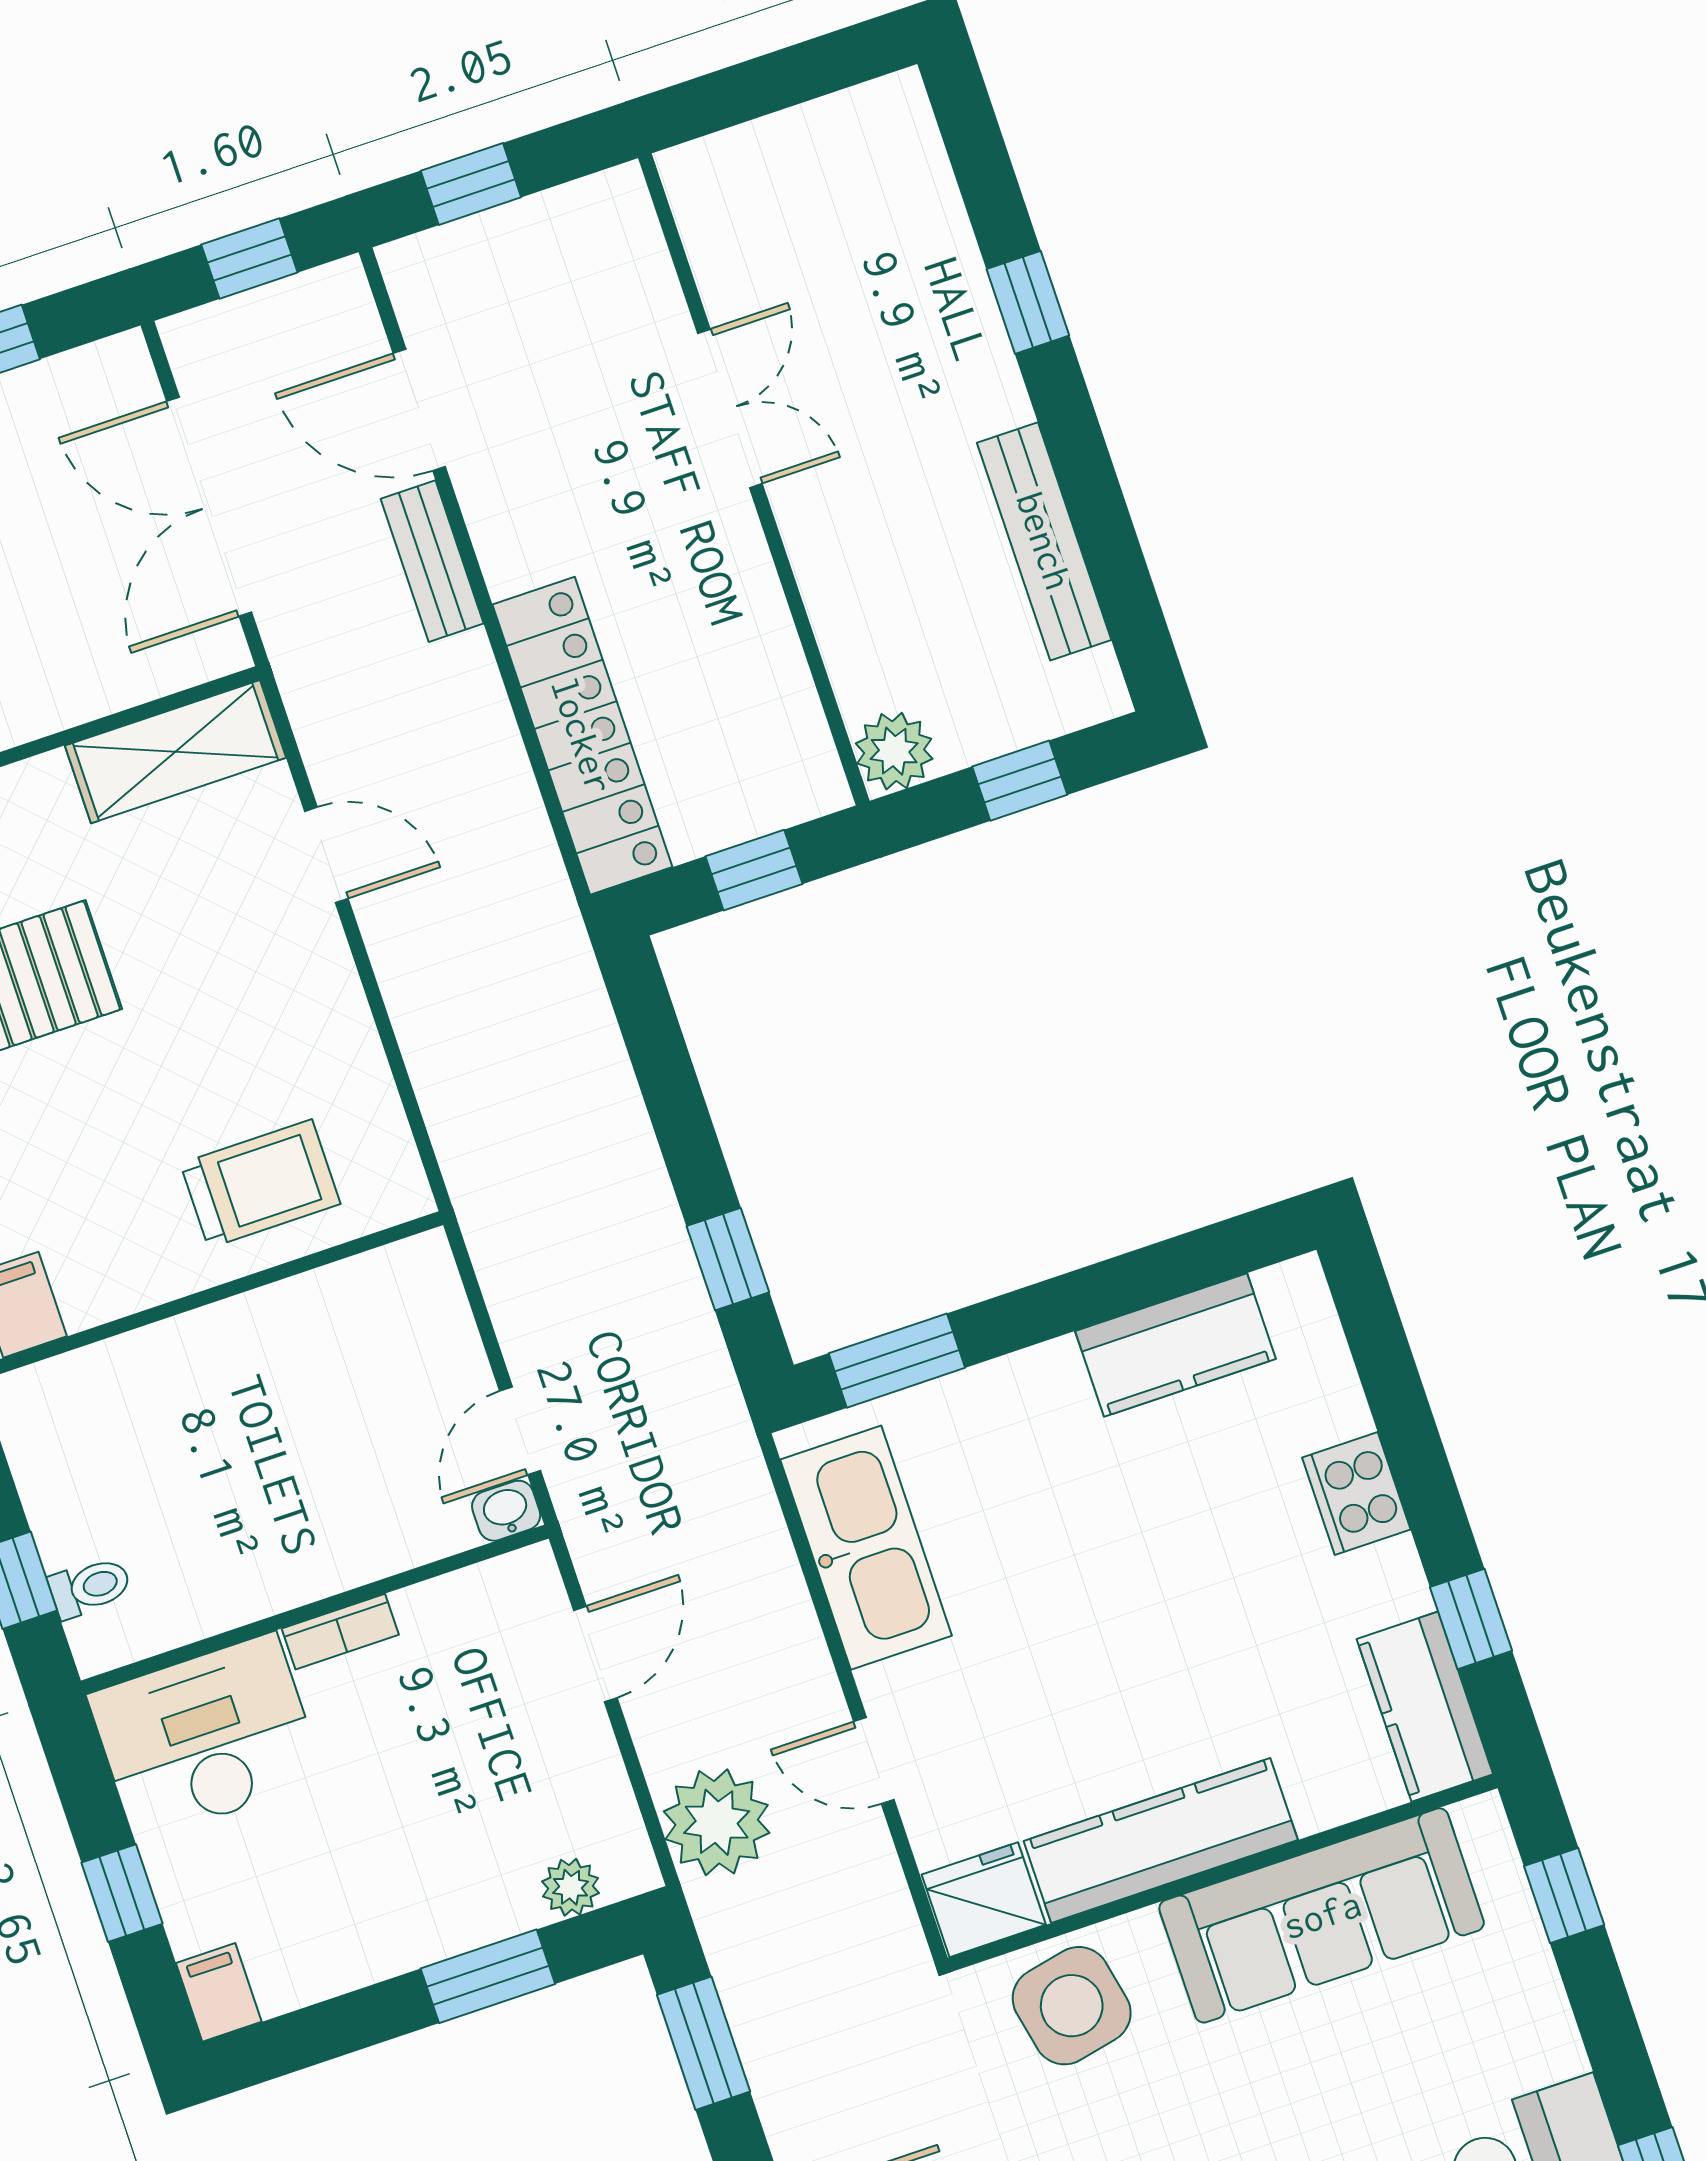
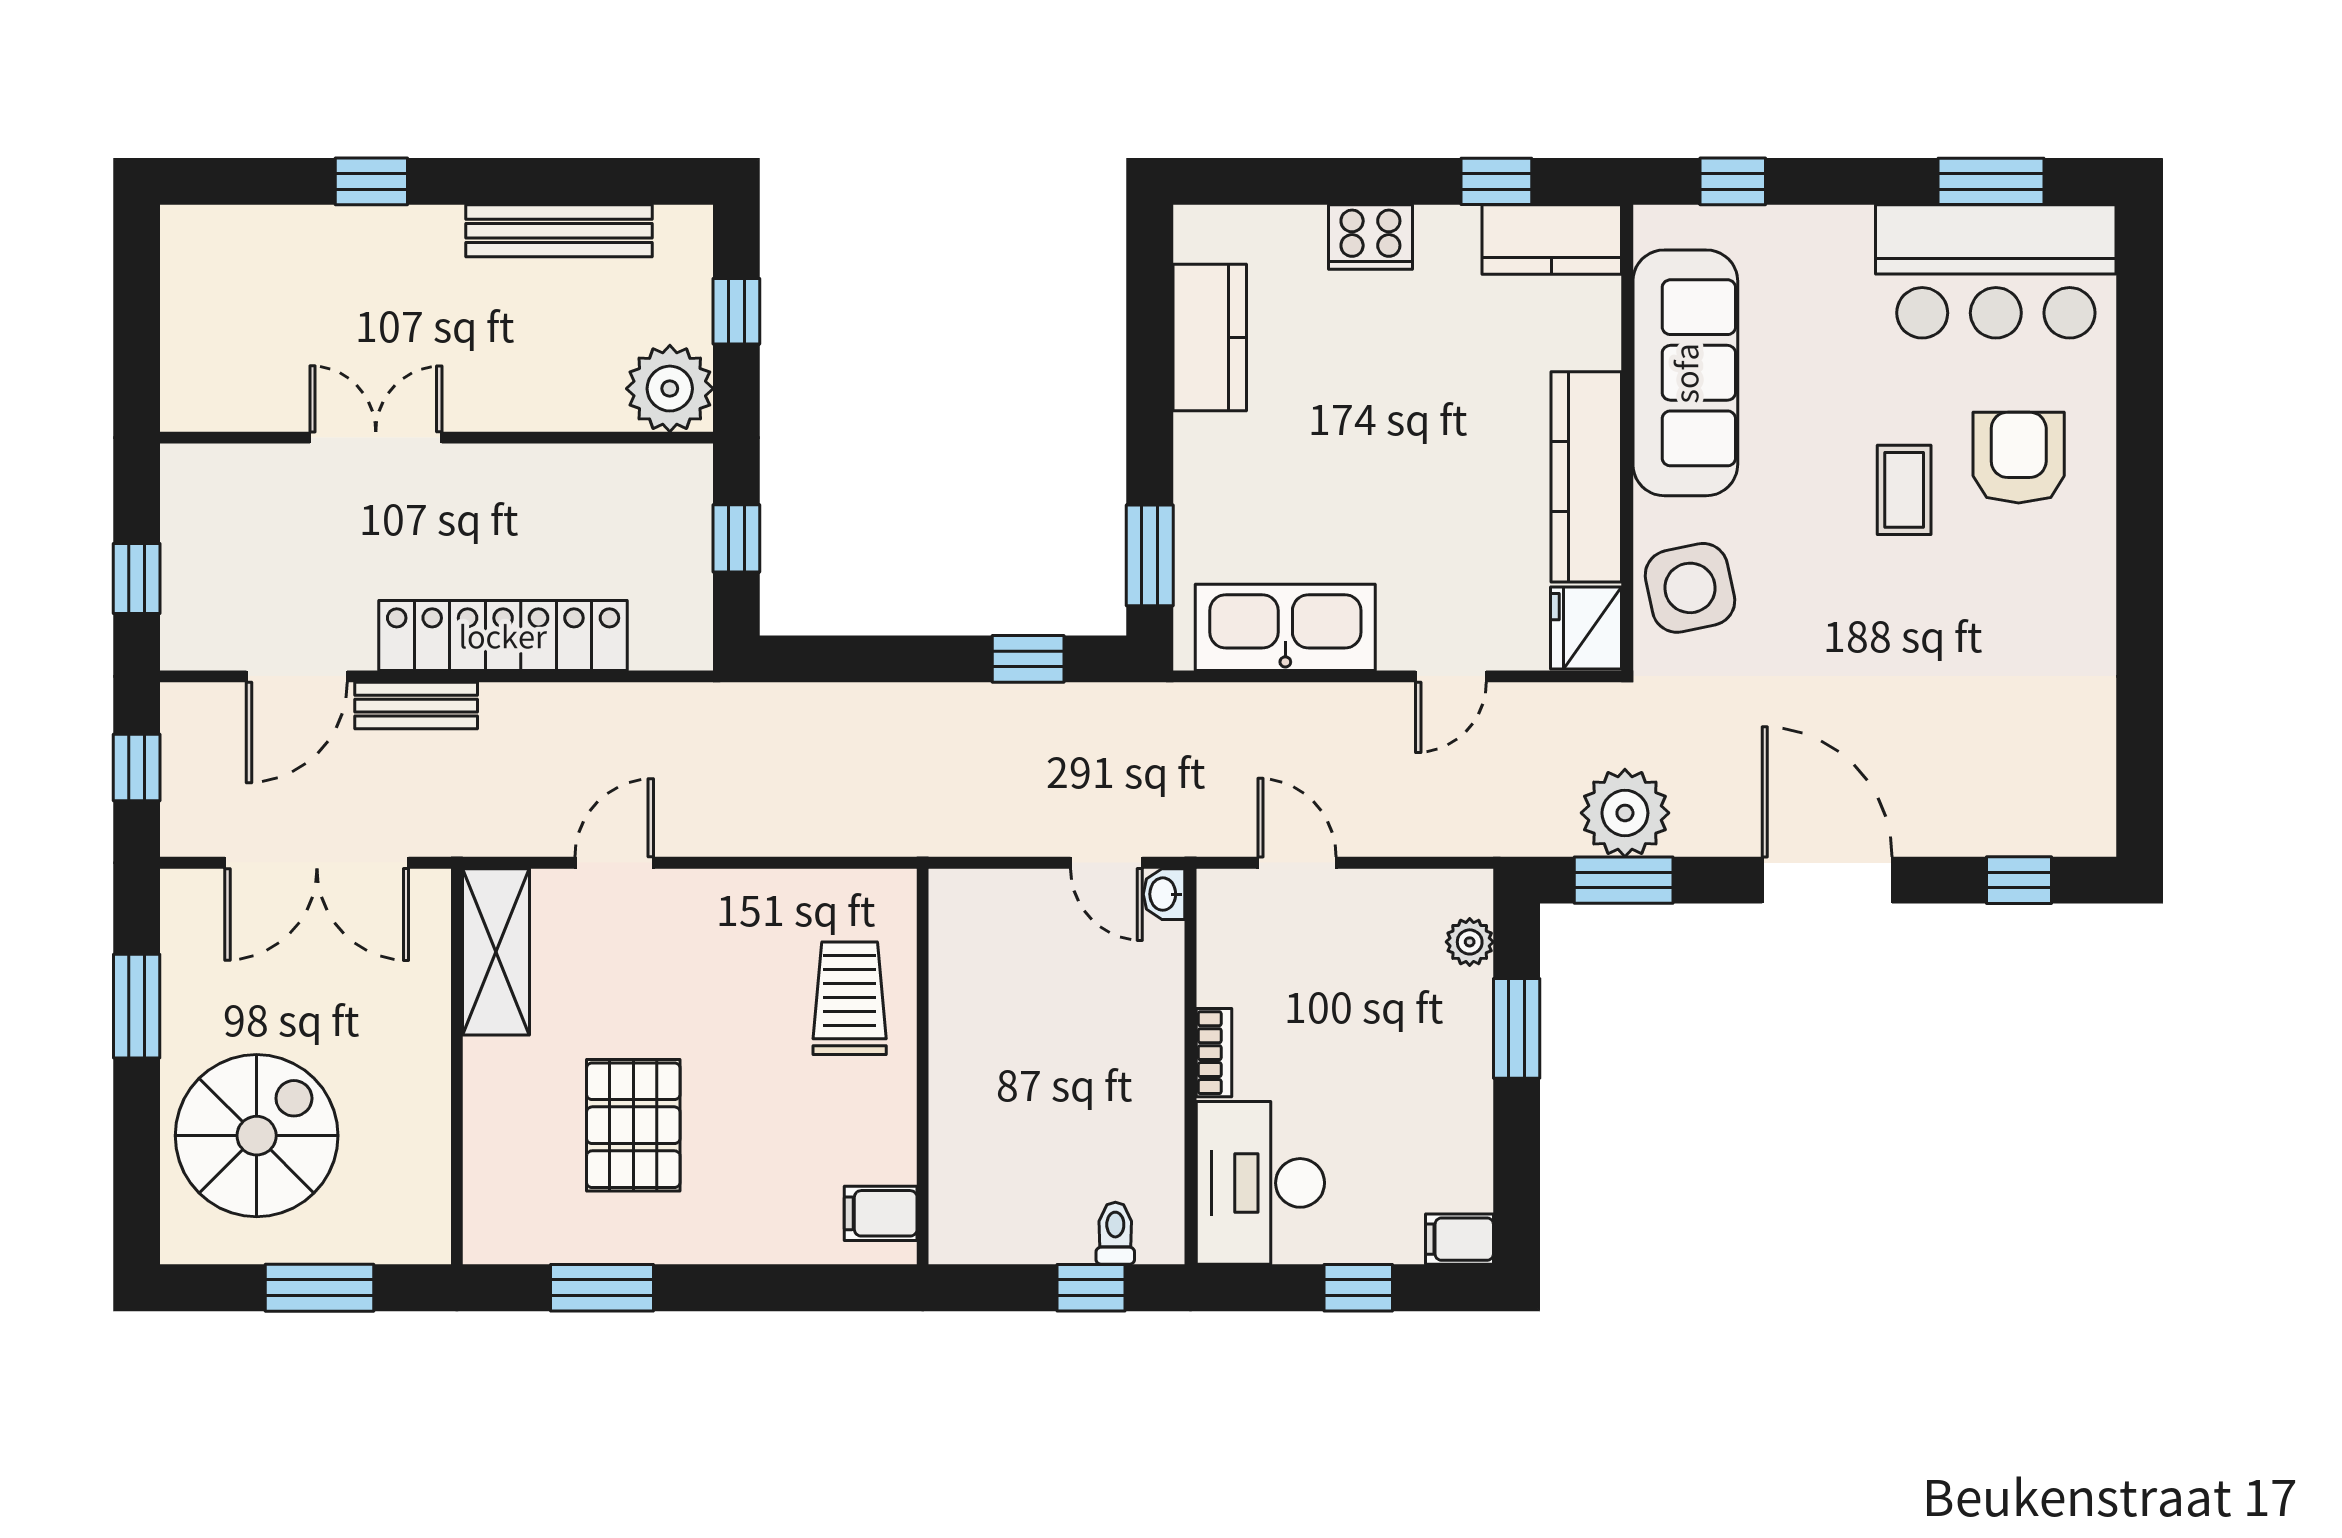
locker: (582, 736) -> (503, 635), moved
plant: (894, 751) -> (670, 389), width x1.36, depth x1.36
plant: (717, 1822) -> (1625, 813), moved

